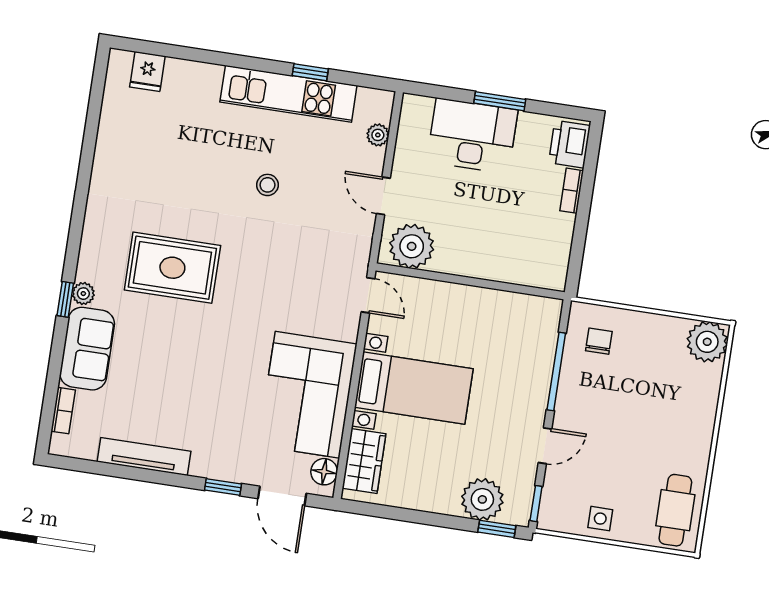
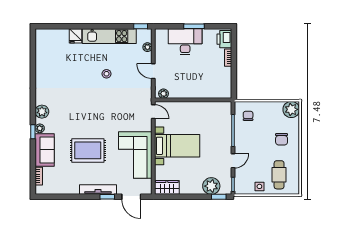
fridge: (147, 72) -> (75, 36), moved
window: (310, 72) -> (141, 26), moved
plant: (412, 246) -> (163, 94), width x0.53, depth x0.53
plant: (95, 253) -> (42, 112), added
rug: (172, 268) -> (88, 150), moved
chair: (672, 411) -> (282, 139), added
tv unit: (144, 456) -> (98, 190), moved
wardrobe: (364, 461) -> (167, 187), moved, turned -90
floor lamp: (324, 472) -> (147, 185), removed
cafe table: (675, 510) -> (279, 175), moved

